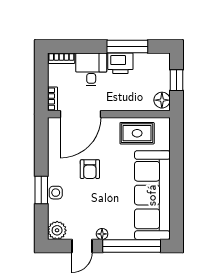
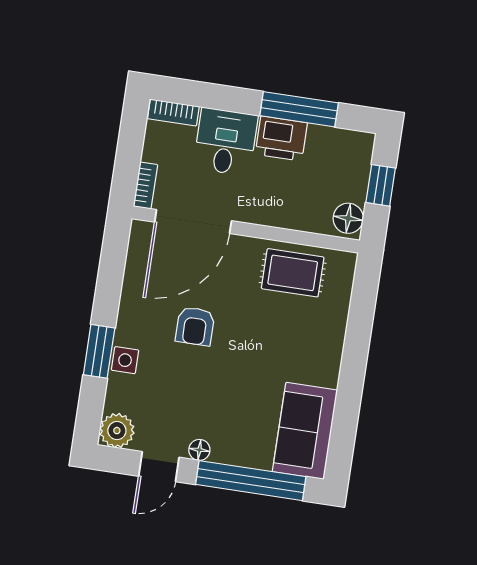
sofa: (152, 195) -> (305, 431), width x0.54, depth x0.79

